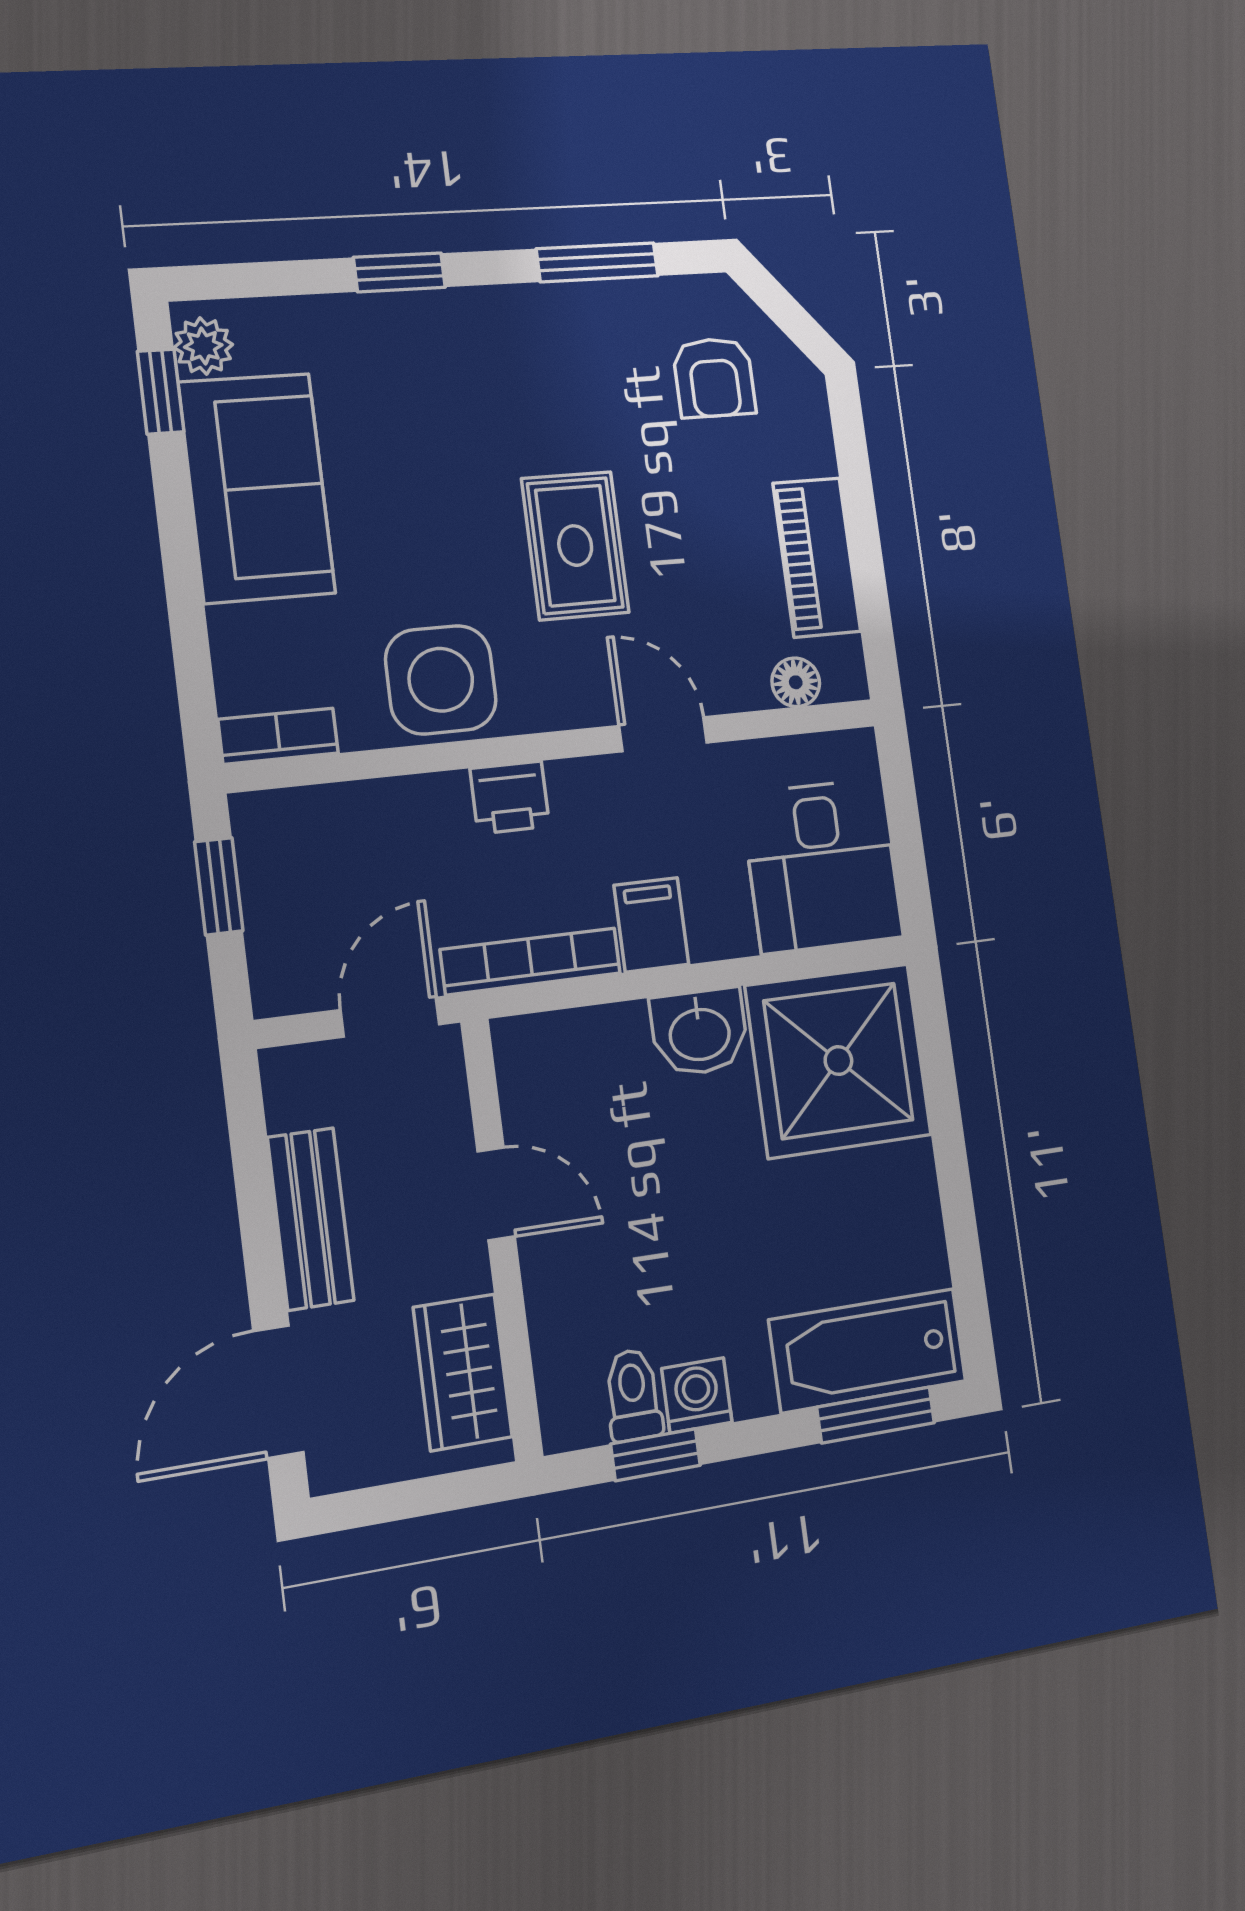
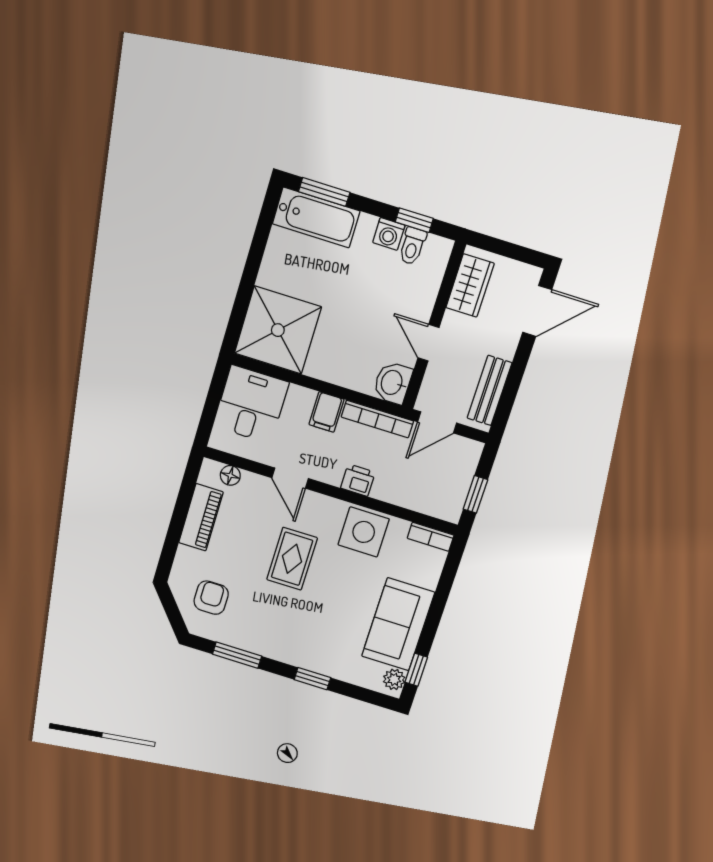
washbasin: (699, 1032) -> (393, 383), moved, turned -90
bench: (311, 1219) -> (490, 390), moved

